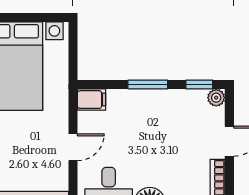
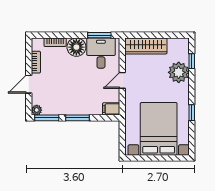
window: (199, 85) -> (47, 118), width x1.50

